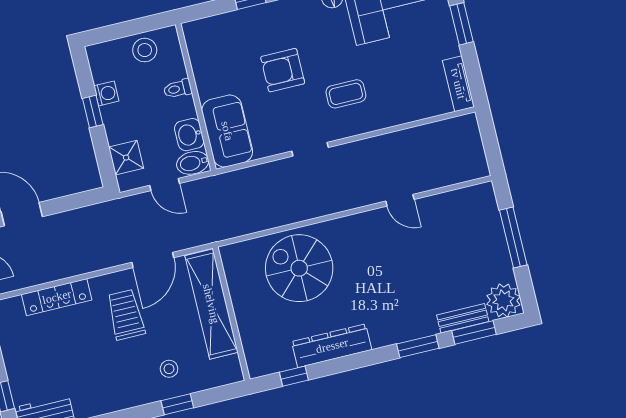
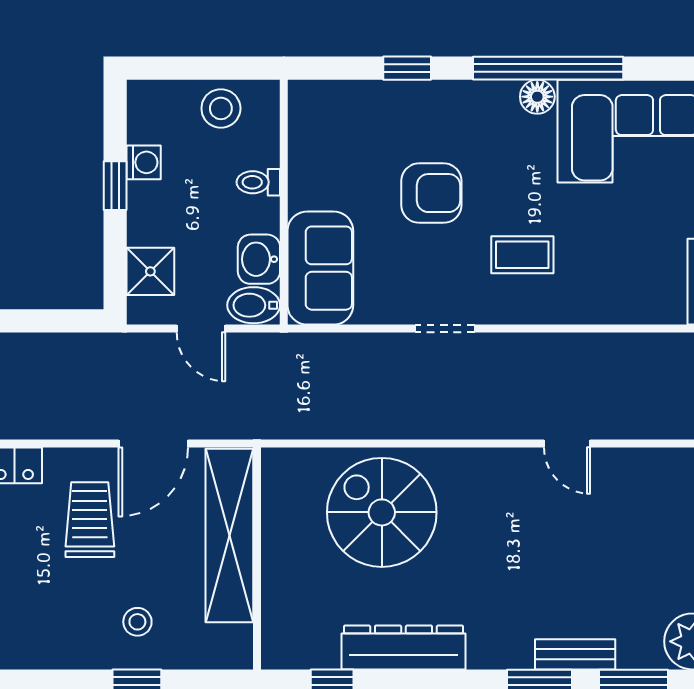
armchair: (283, 70) -> (431, 193), turned 180
bench: (463, 318) -> (575, 654), moved

